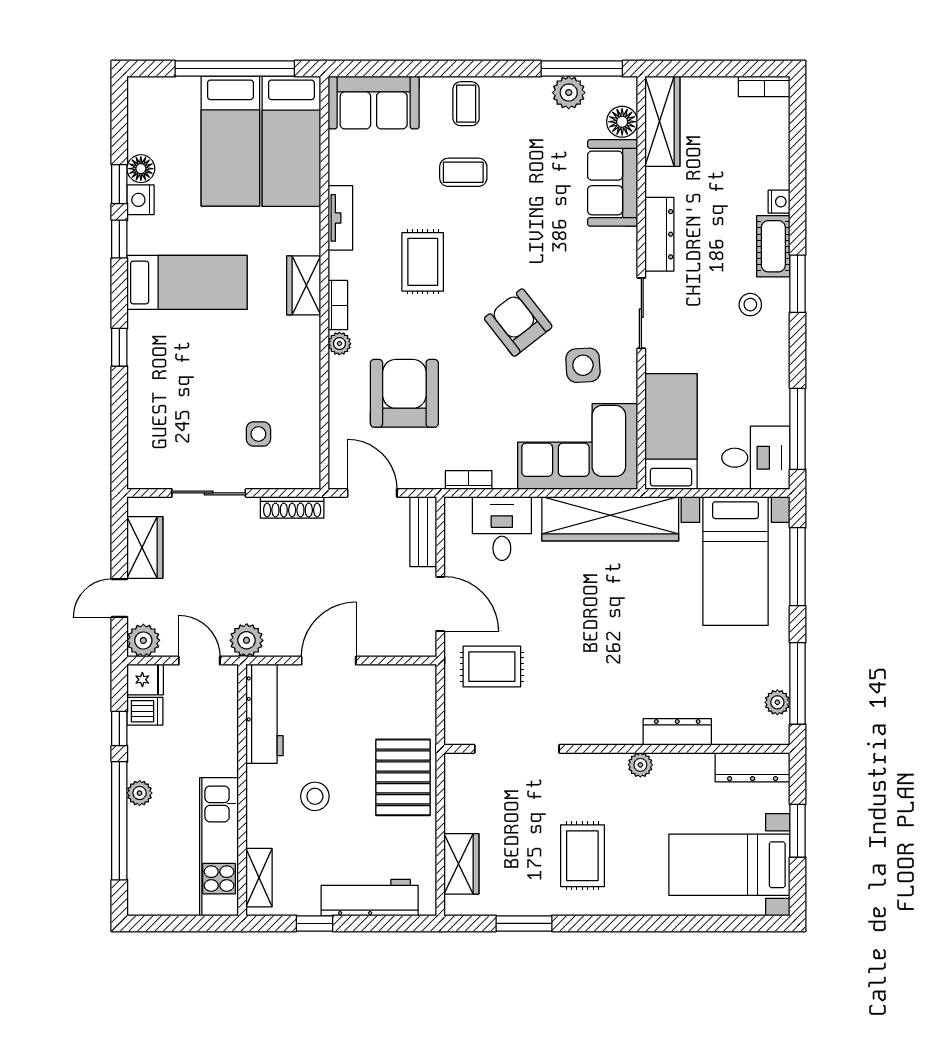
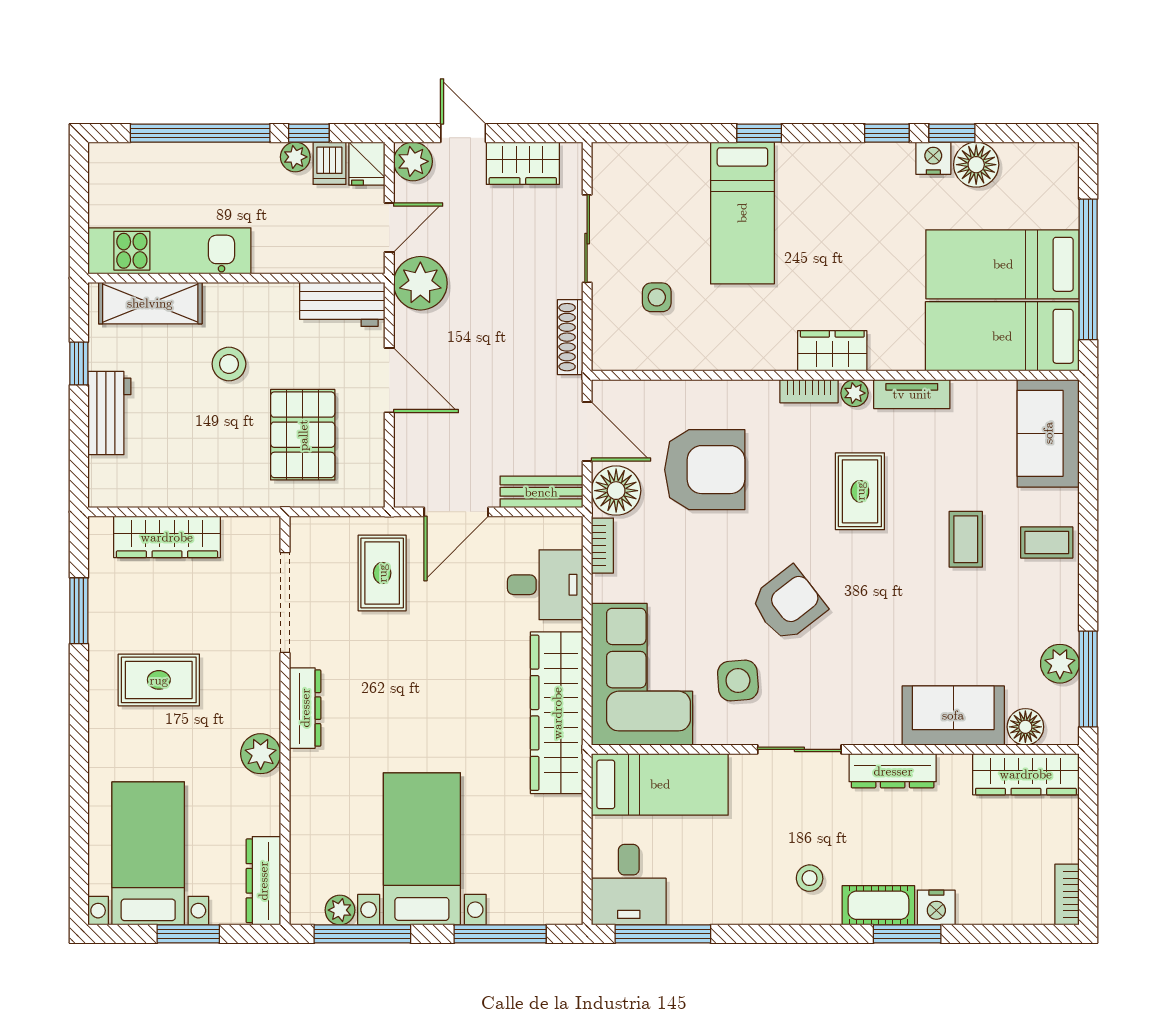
floor lamp: (141, 169) -> (976, 165), width x1.38, depth x1.38
nightstand: (779, 202) -> (936, 908), width x1.39, depth x1.35
rug: (423, 262) -> (860, 491), turned 90
bed: (187, 282) -> (742, 213), moved
window: (798, 284) -> (907, 934), moved
plant: (339, 344) -> (855, 393), moved
floor lamp: (422, 468) -> (616, 491), added
door: (372, 493) -> (587, 432), hinge flipped
bed with nightstands: (736, 561) -> (422, 849), moved, turned 90
plant: (247, 640) -> (420, 283), width x1.36, depth x1.36
workbench: (264, 714) -> (342, 304), width x0.73
dresser: (677, 732) -> (305, 708), moved
plant: (640, 765) -> (261, 754), width x1.38, depth x1.38
pallet: (403, 777) -> (303, 435), moved, turned 90
plant: (140, 793) -> (295, 157), moved
wardrobe: (461, 864) -> (167, 537), width x1.50
shelving: (259, 878) -> (150, 303), width x1.50, depth x1.33
workbench: (370, 898) -> (109, 413), width x0.73

